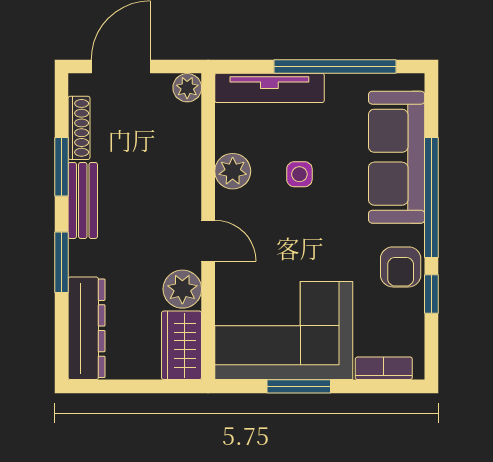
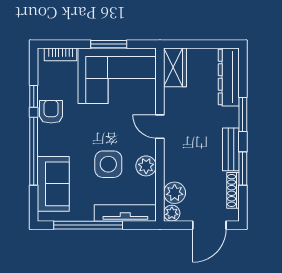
sofa: (397, 157) -> (53, 184), width x0.73
side table: (299, 174) -> (108, 164), width x1.87, depth x1.87
plant: (182, 289) -> (175, 193), moved

